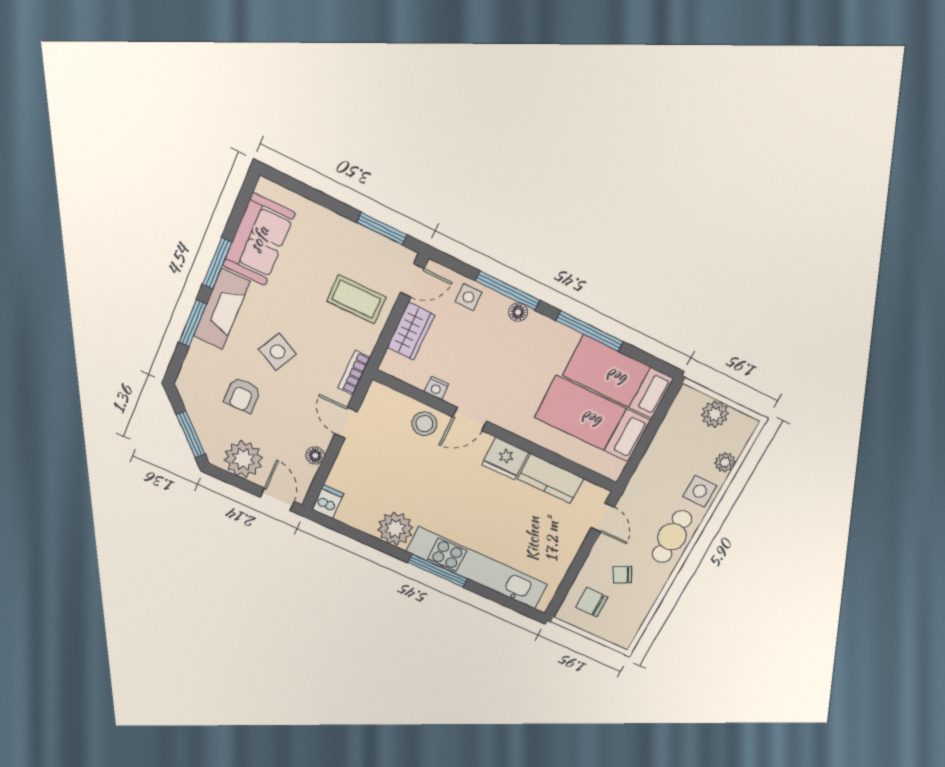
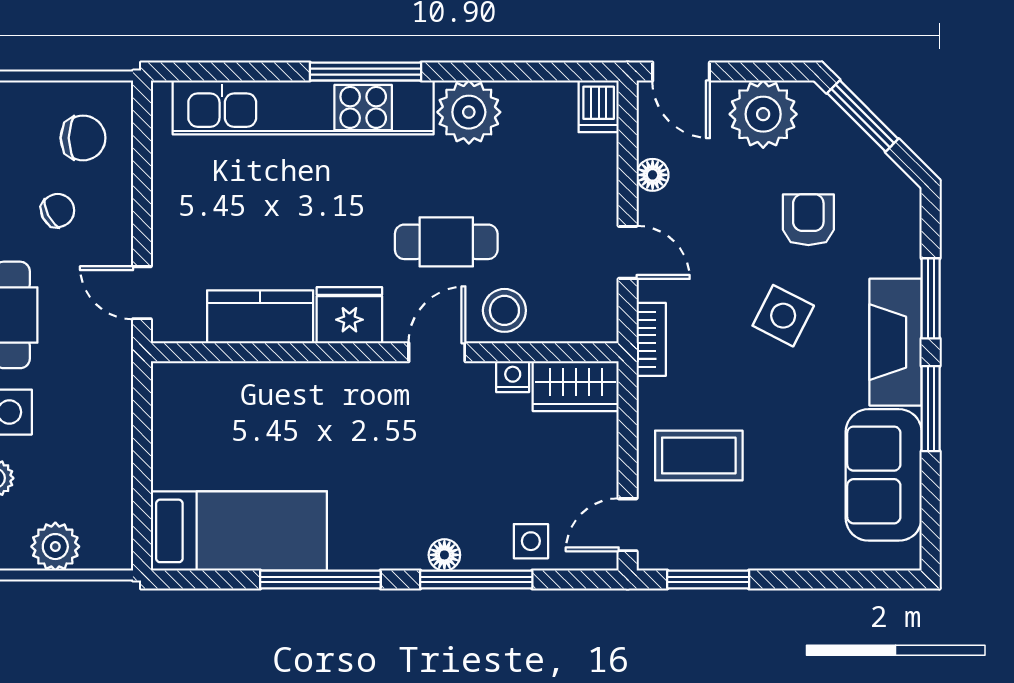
wardrobe: (411, 331) -> (576, 386), moved, turned -90
bed: (593, 419) -> (244, 446), removed
cafe table: (438, 472) -> (446, 242), added

